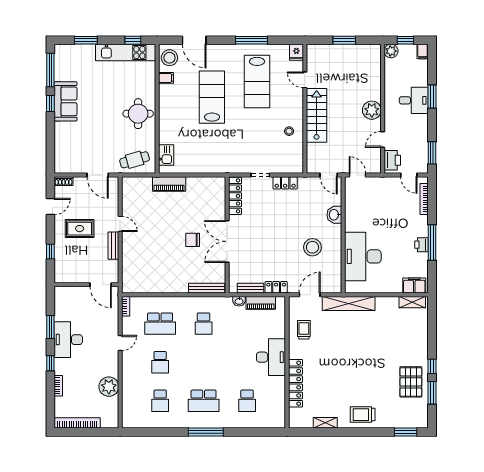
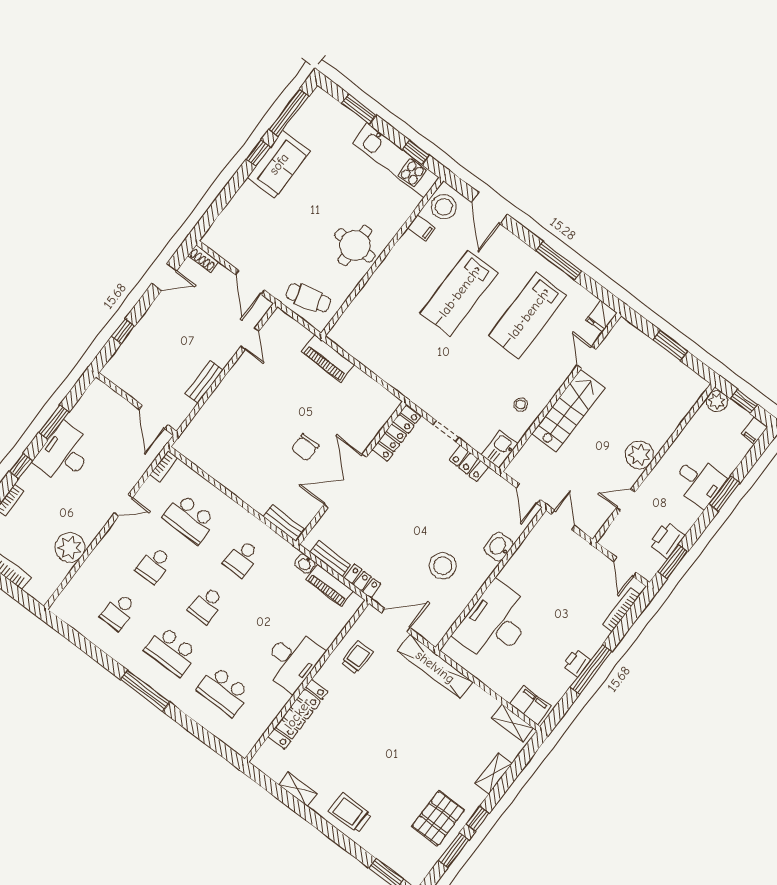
lab bench: (212, 97) -> (459, 293), turned 180
kitchen sink: (166, 155) -> (500, 449), moved, turned 180
printer: (392, 160) -> (667, 540), moved, turned 180
door: (120, 224) -> (250, 339), moved
rug: (80, 229) -> (179, 330), removed
chair: (193, 240) -> (305, 447), turned -90
bench: (207, 288) -> (284, 523), width x0.73
shelving: (422, 336) -> (494, 773), added
school desk: (204, 362) -> (206, 605), added
school desk: (247, 401) -> (223, 691), width x1.85

